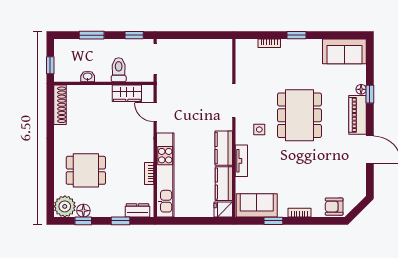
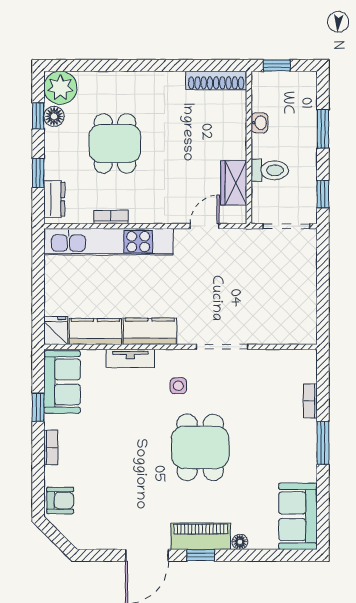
window: (297, 35) -> (323, 443), width x1.50
window: (370, 94) -> (201, 555), moved
dining table: (299, 115) -> (200, 447), width x0.73
dining table: (86, 170) -> (115, 143), moved
armchair: (334, 207) -> (60, 500), turned 90

